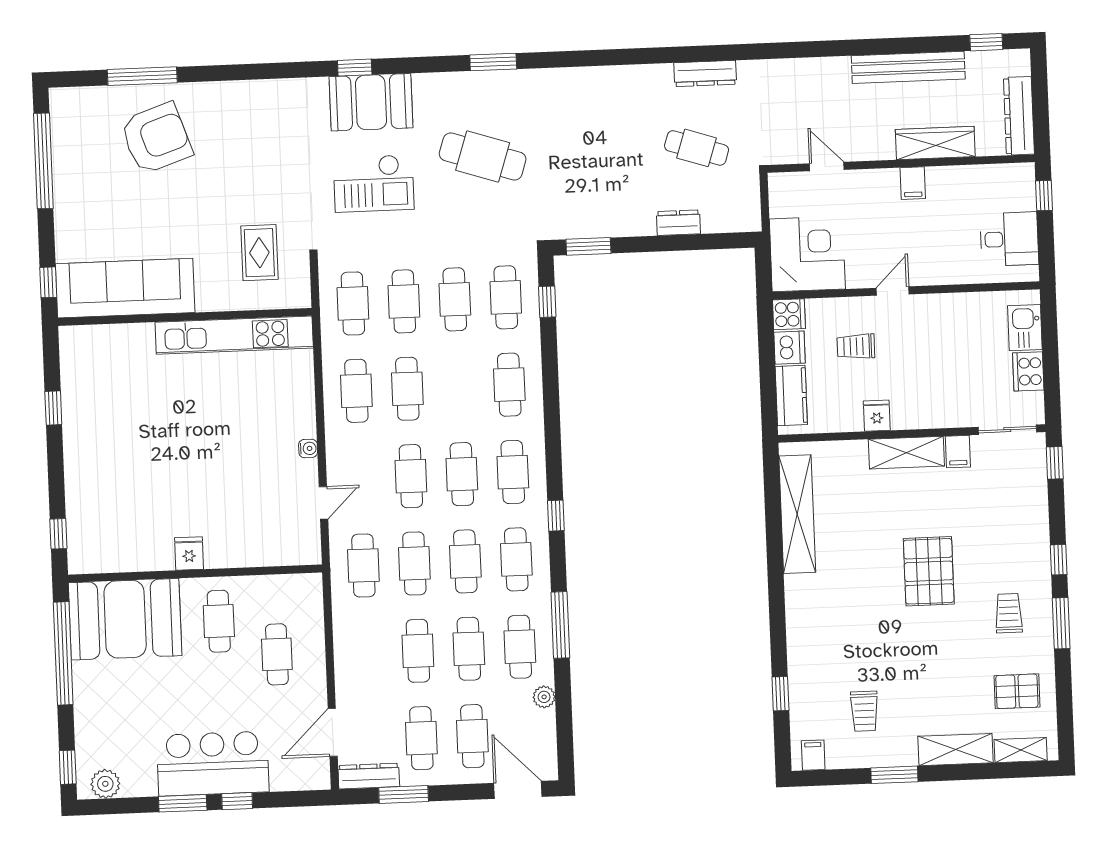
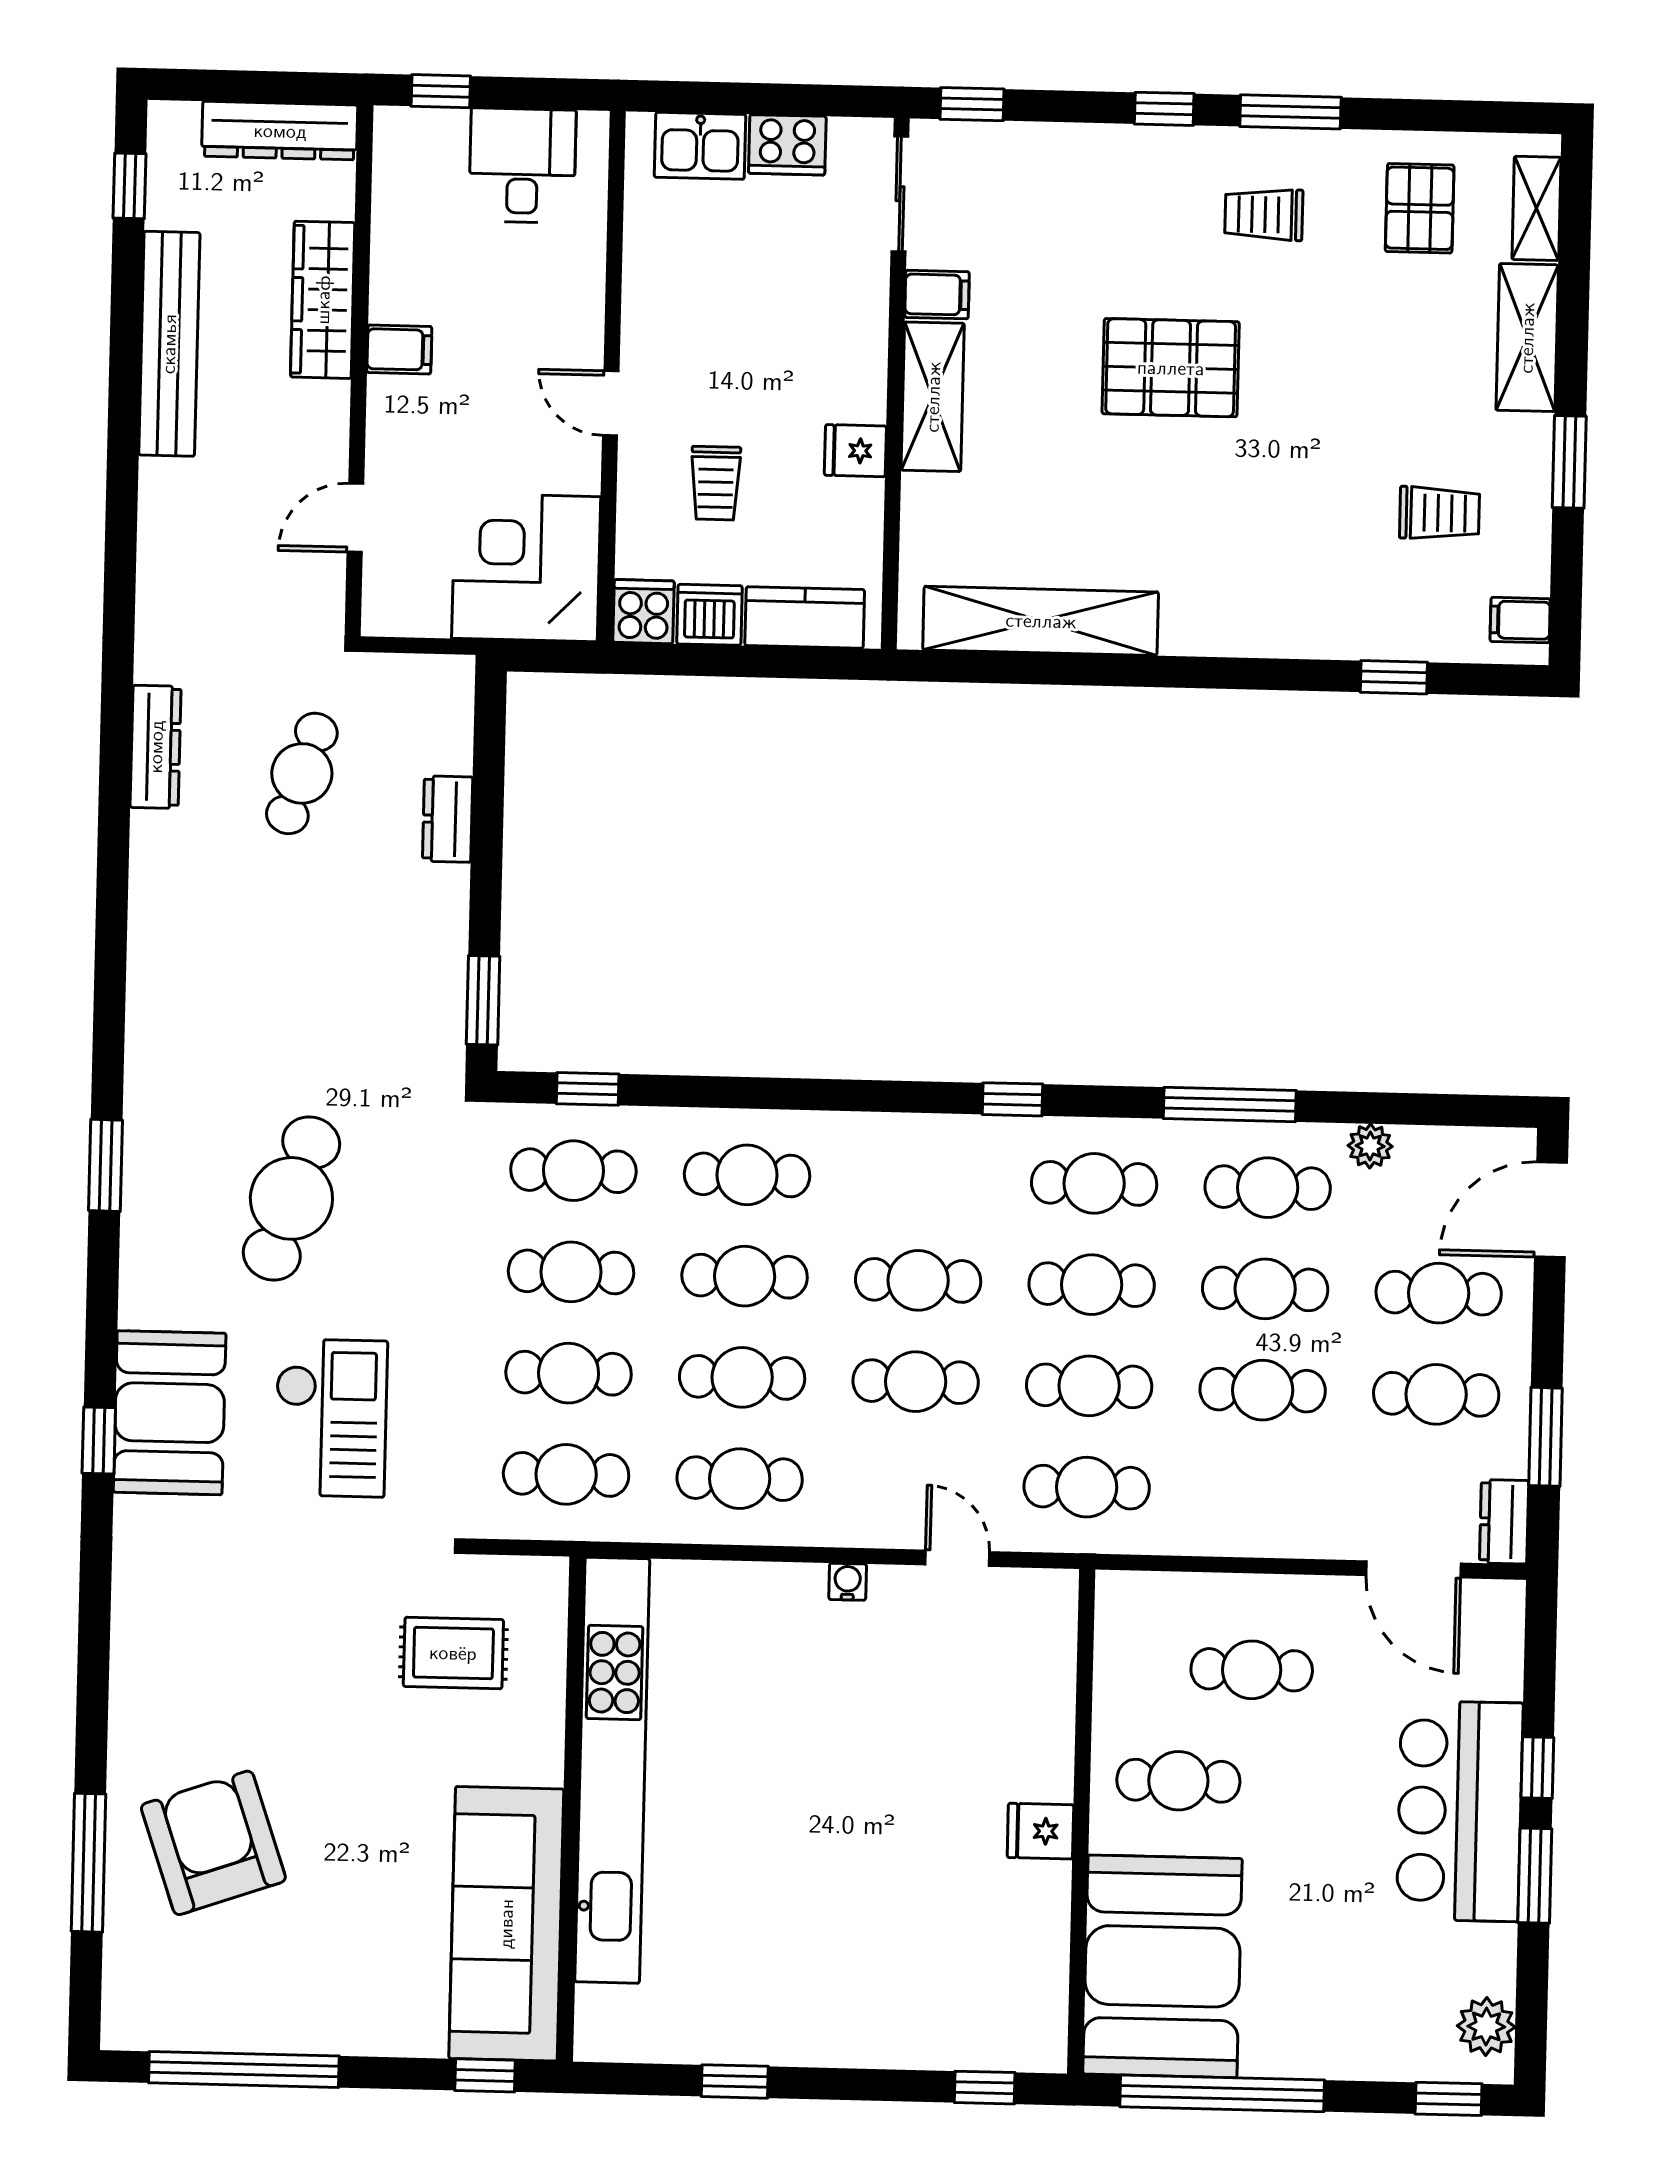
kitchen unit: (234, 335) -> (612, 1770), width x1.36
cafe table: (513, 472) -> (745, 1276), moved
dresser: (369, 776) -> (1504, 1522), width x0.70

